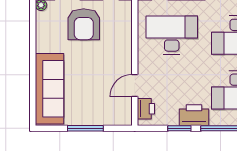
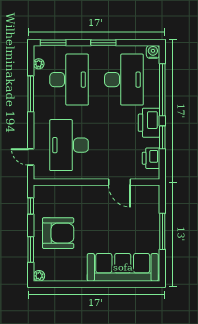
printer: (146, 109) -> (151, 158), moved, turned -90

